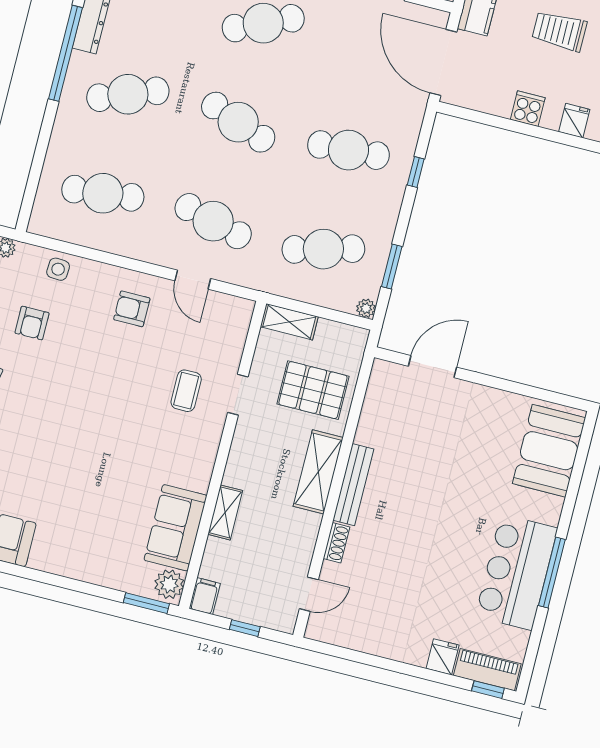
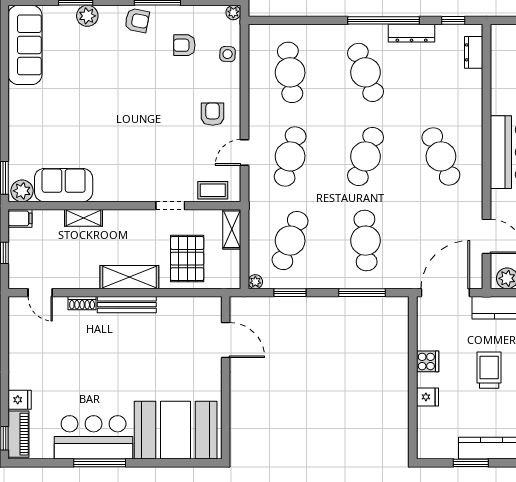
window: (416, 172) -> (362, 293), width x2.17
cafe table: (323, 249) -> (290, 241), turned 36
coffee table: (186, 391) -> (213, 190), moved
booth: (549, 451) -> (176, 430), width x1.36, depth x1.42

